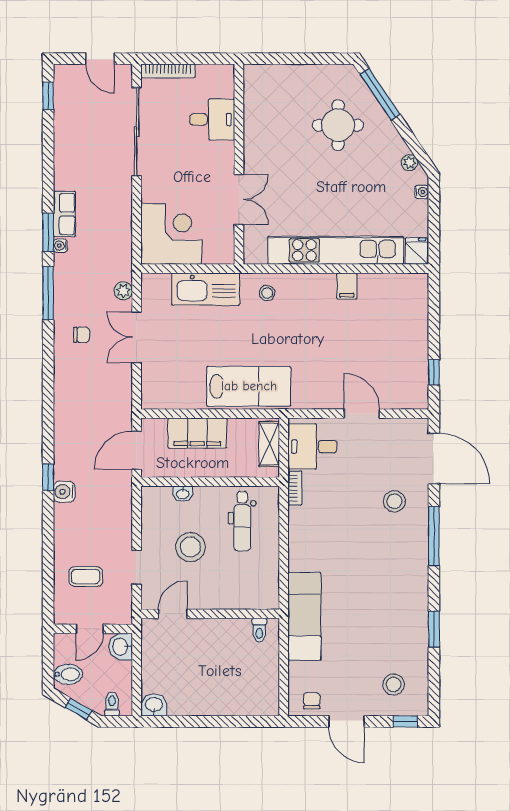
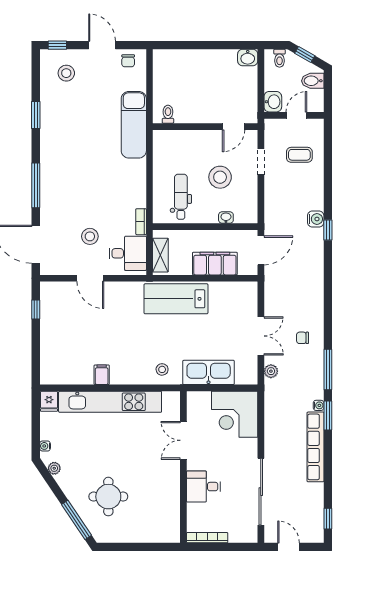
bookcase: (168, 71) -> (207, 538), moved
desk: (212, 119) -> (203, 487), moved
row of seats: (64, 214) -> (315, 447), width x2.02
stool: (394, 501) -> (90, 236), moved

